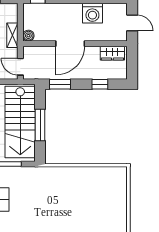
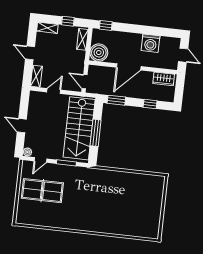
shelving: (12, 35) -> (82, 39), moved
boiler: (28, 36) -> (99, 53), width x1.86, depth x1.86

